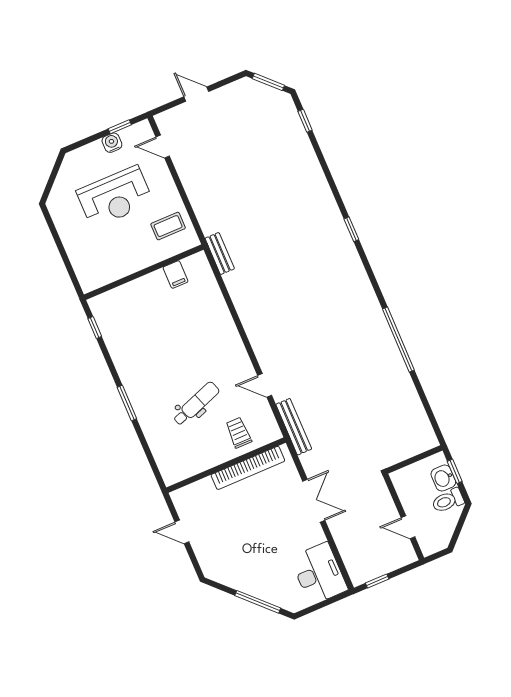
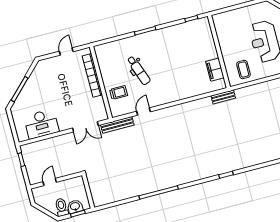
filing cabinet: (176, 274) -> (215, 70), width x2.00
bookcase: (248, 468) -> (92, 75), moved
double door: (314, 501) -> (85, 127), moved
desk: (319, 574) -> (41, 124), moved

